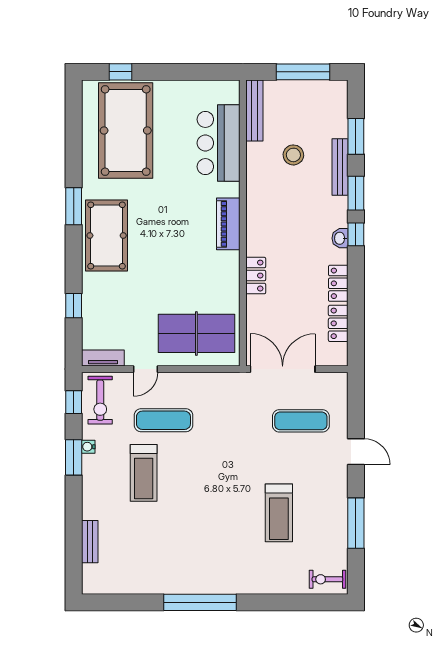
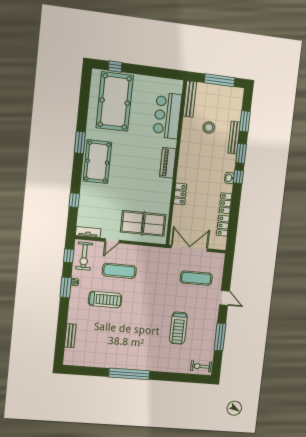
treadmill: (144, 473) -> (105, 299), turned -90

